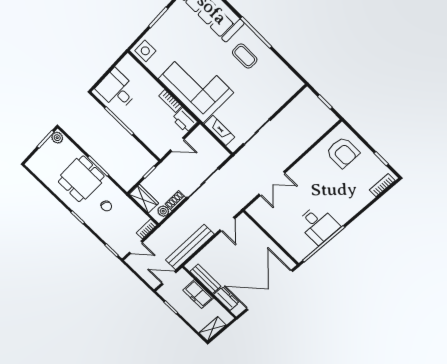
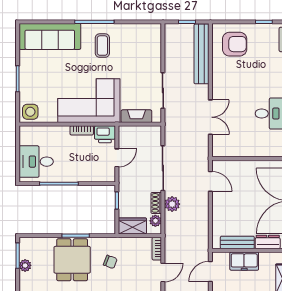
coffee table: (245, 56) -> (102, 46), turned 90
plant: (57, 138) -> (25, 265), moved
plant: (186, 212) -> (172, 204), added
bench: (190, 247) -> (202, 54), moved

